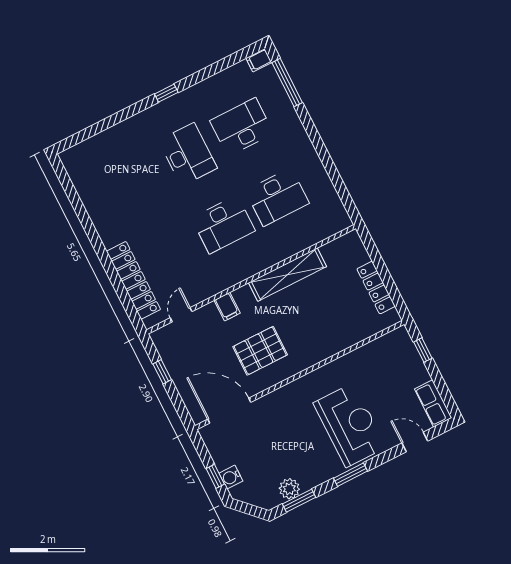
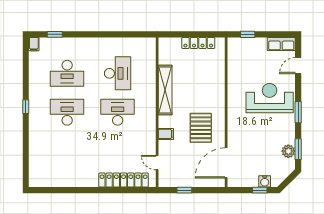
window: (287, 83) -> (55, 34), width x0.46
desk: (242, 127) -> (67, 73), turned -90
desk: (223, 224) -> (118, 112), turned -90

